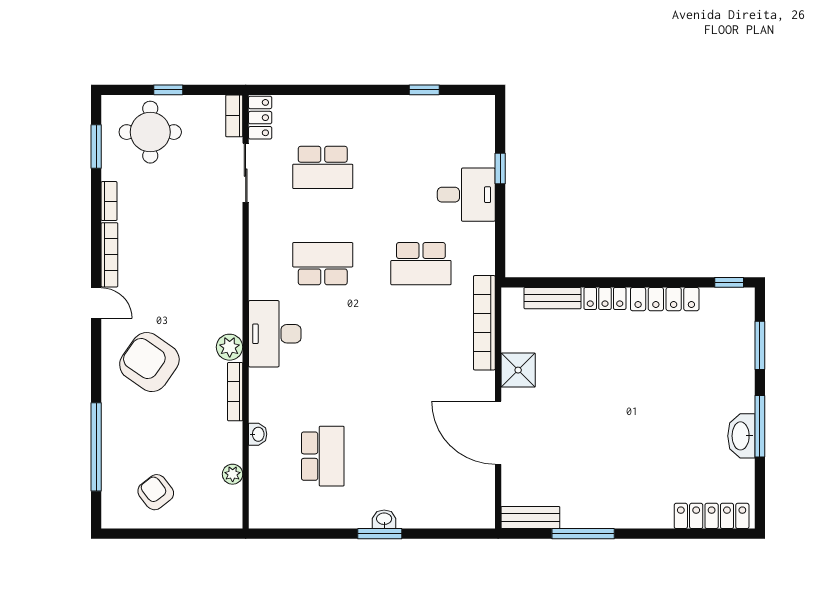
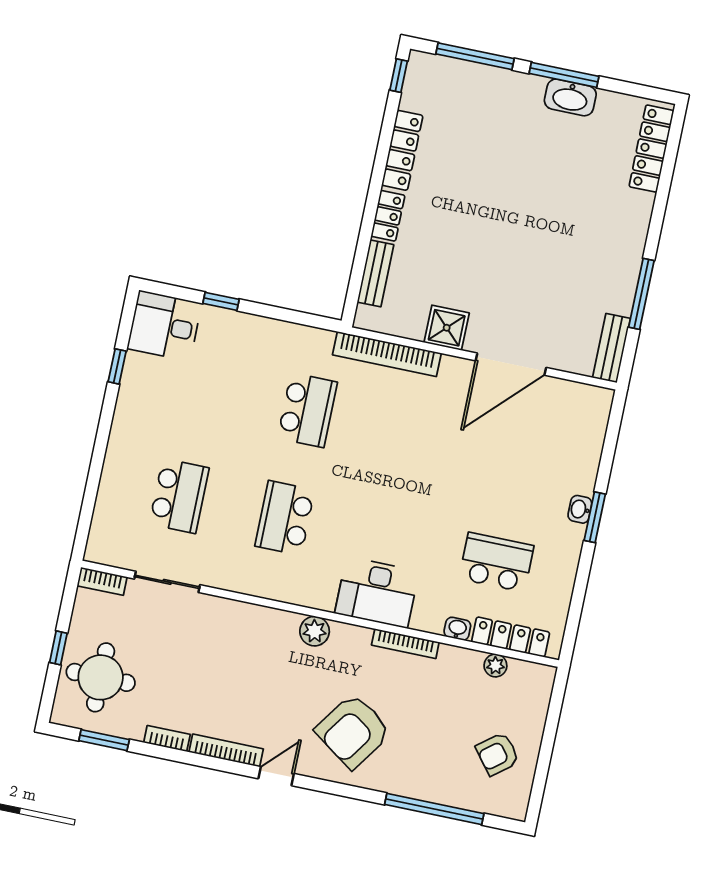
locker: (260, 118) -> (511, 637), moved, width x1.53
desk: (466, 195) -> (164, 326), moved, turned -90
desk: (275, 334) -> (377, 592), moved
window: (760, 345) -> (475, 56), width x1.44
plant: (230, 347) -> (315, 631), moved

